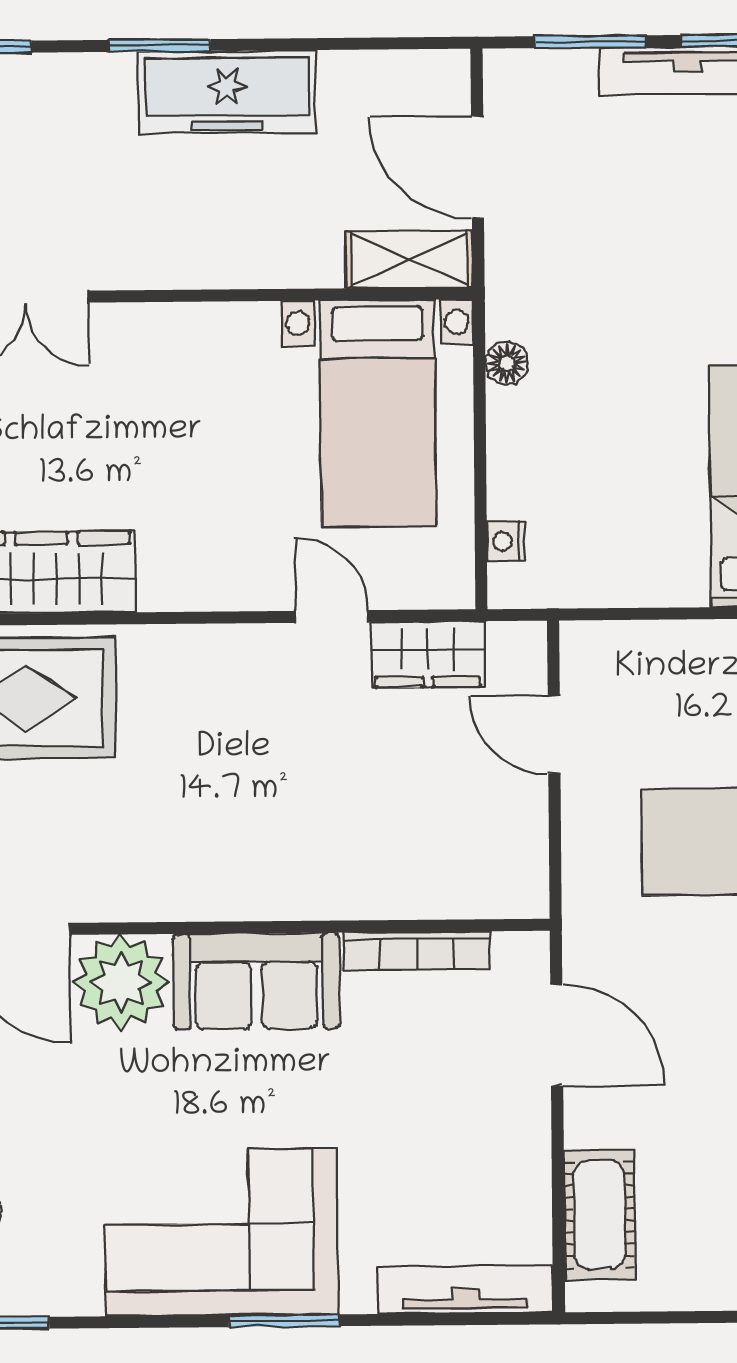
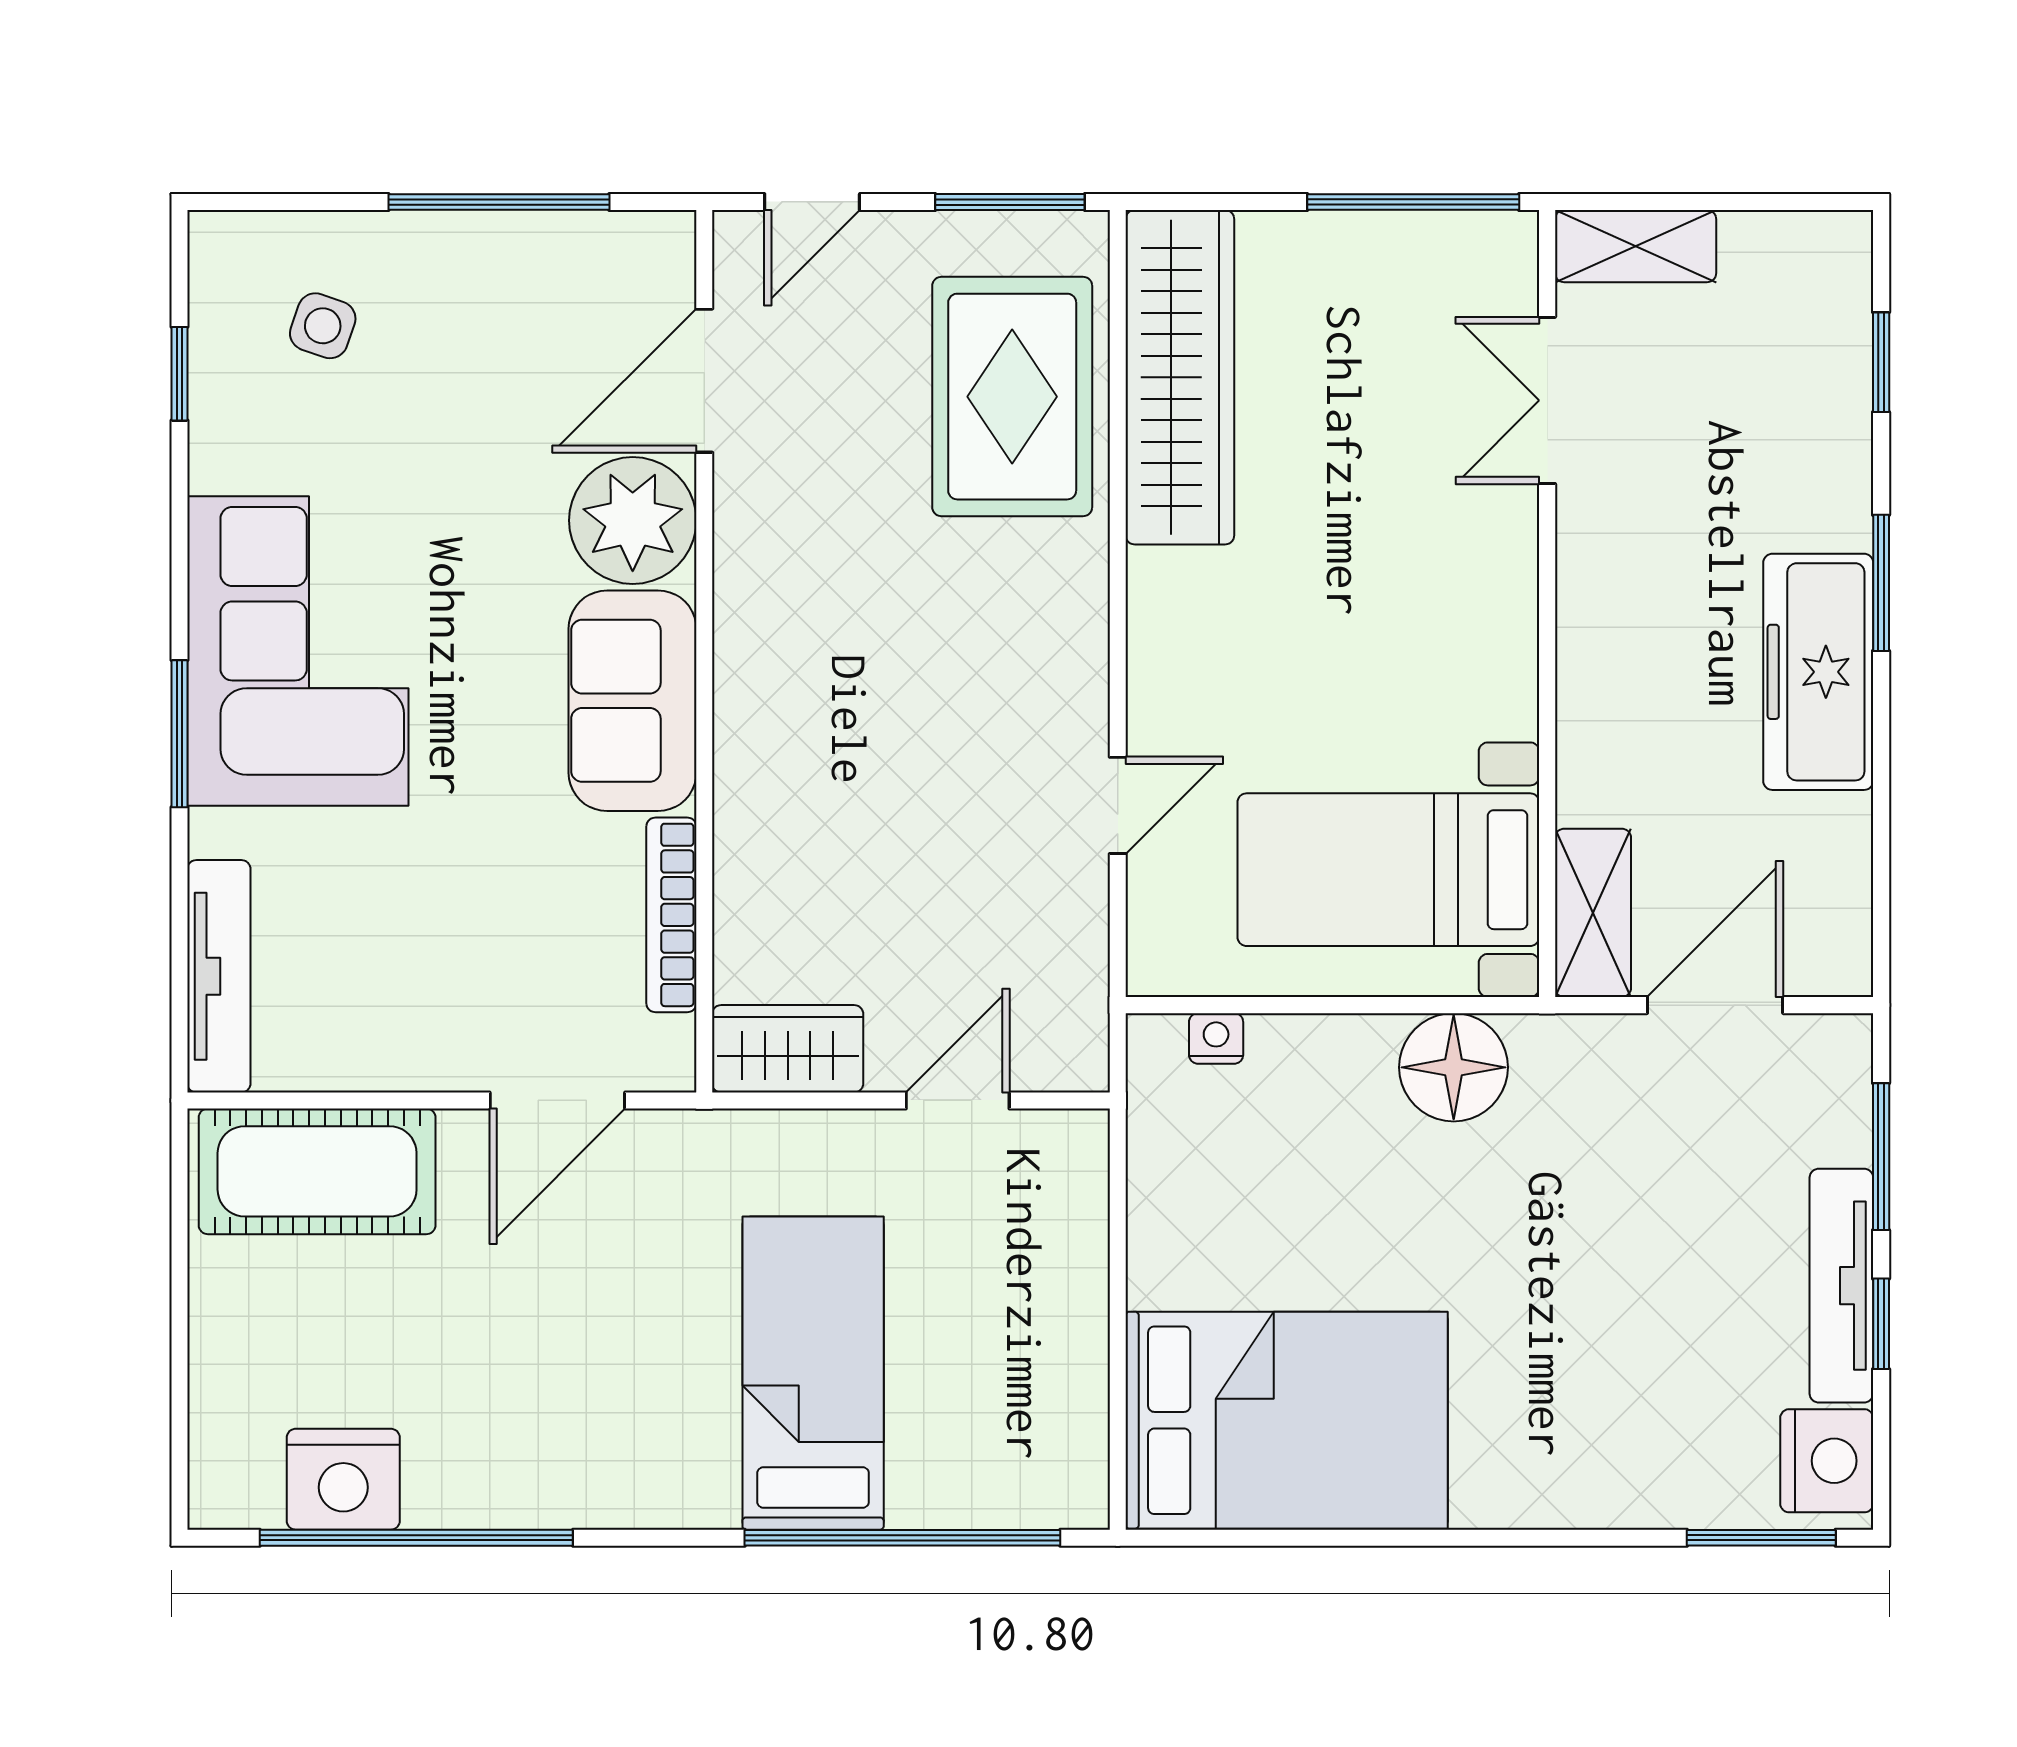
floor lamp: (507, 363) -> (1454, 1067), width x1.89, depth x1.89
wardrobe: (428, 654) -> (788, 1049), moved, turned 90
cot: (599, 1215) -> (317, 1171), width x1.37, depth x1.34

